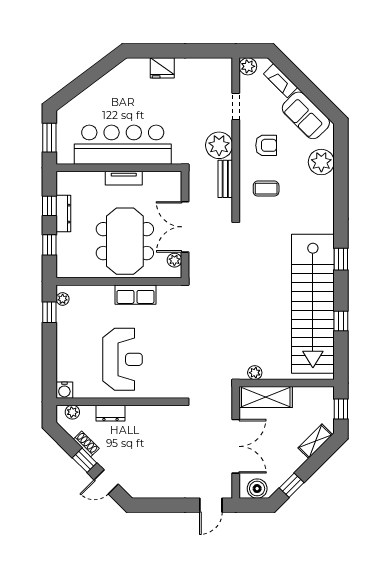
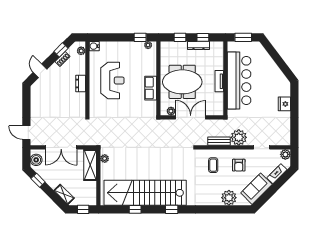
reception desk: (123, 359) -> (112, 80), turned -90
dresser: (110, 413) -> (81, 84), moved
window: (85, 460) -> (61, 50), moved

